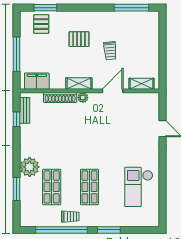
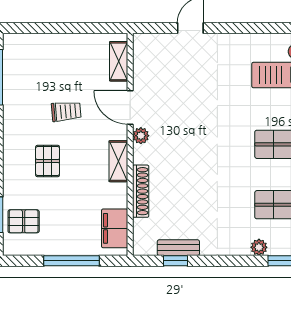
plant: (83, 98) -> (141, 136), moved
bench: (25, 110) -> (178, 248), moved
plant: (30, 167) -> (259, 247), width x0.53, depth x0.53

